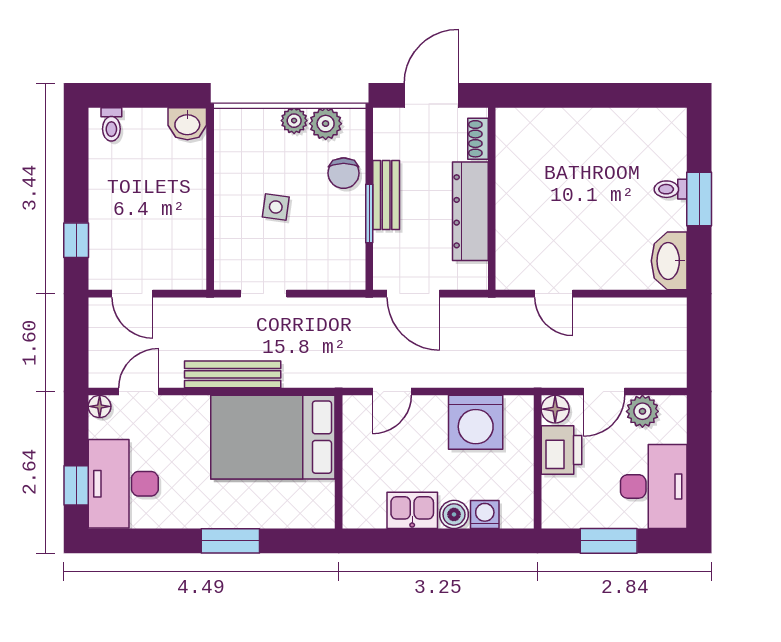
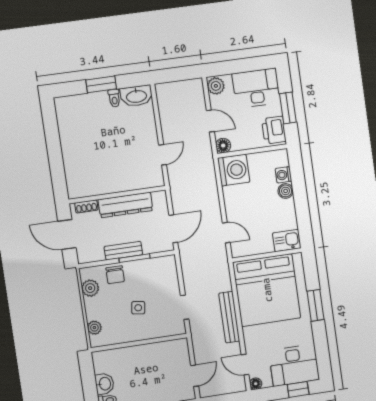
plant: (294, 121) -> (94, 328), moved
washbasin: (187, 124) -> (104, 384), moved
chair: (344, 173) -> (115, 275), turned 90
toilet: (671, 189) -> (114, 98), moved
plant: (642, 411) -> (216, 86), moved
washing machine: (476, 422) -> (234, 170), moved
bed: (273, 437) -> (267, 290), width x1.36
printer: (561, 450) -> (274, 130), moved, turned -90
kitchen sink: (412, 510) -> (287, 241), moved, turned 90

